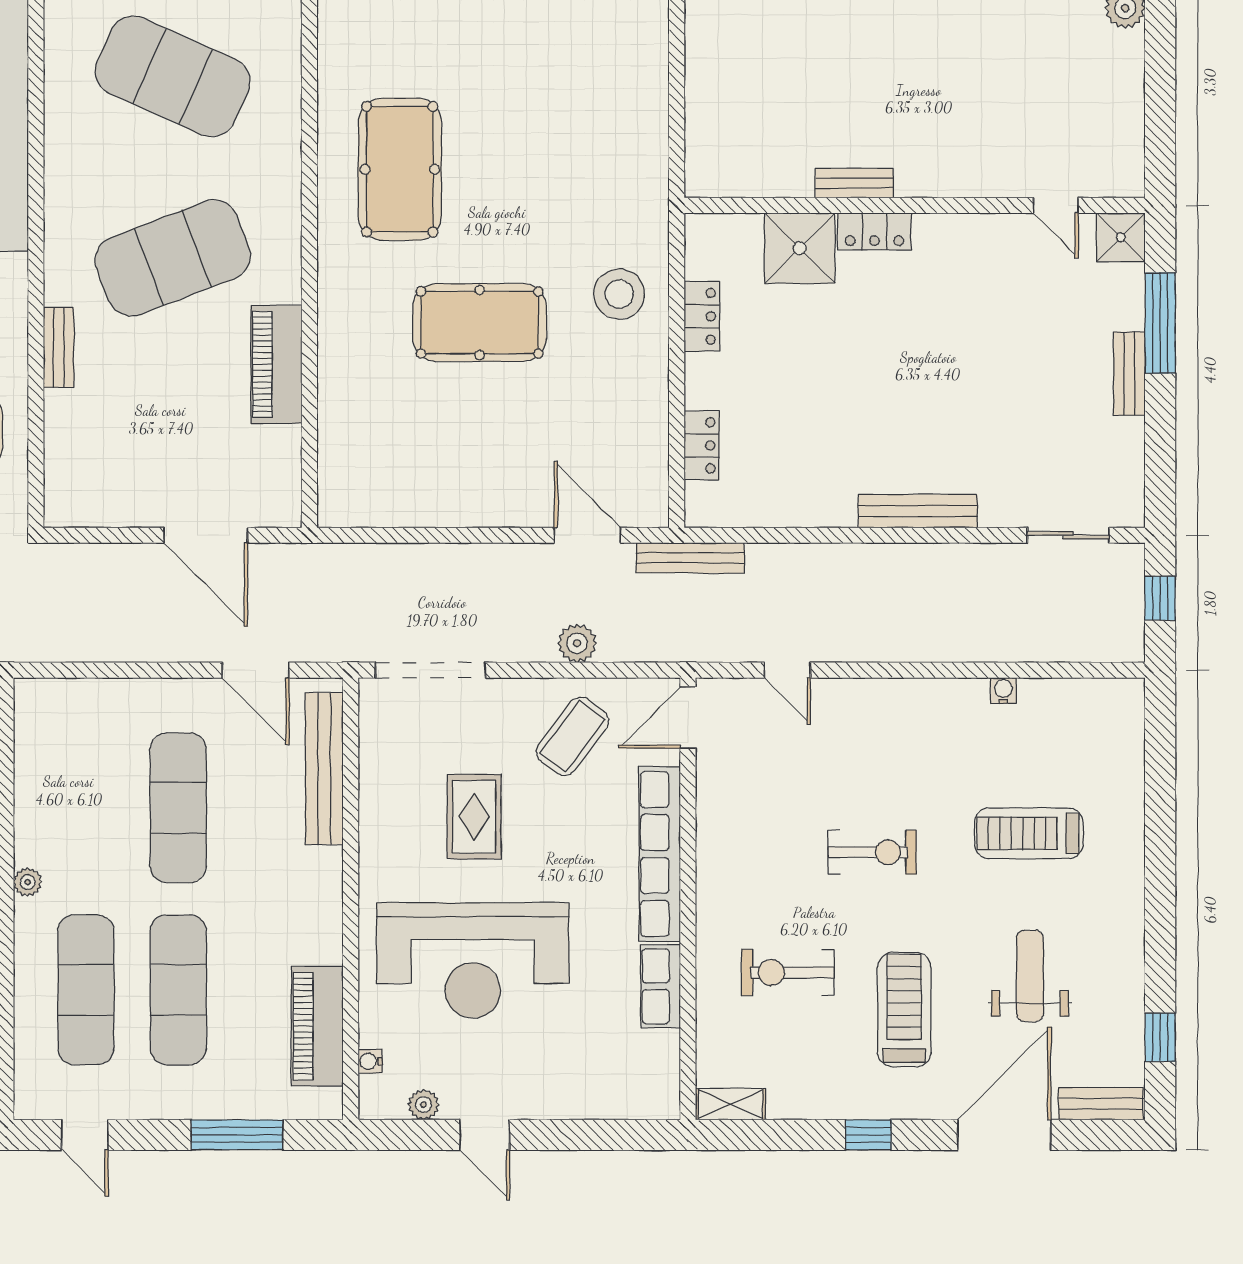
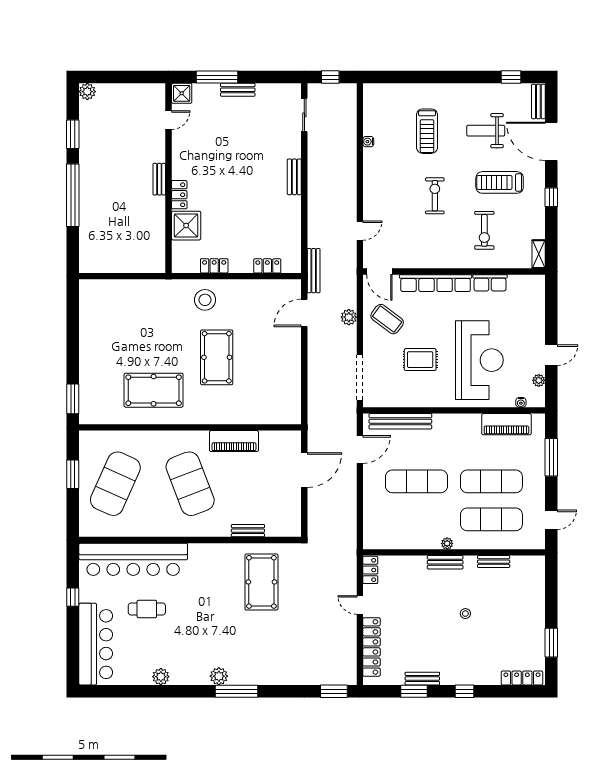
bench: (854, 183) -> (159, 179), moved
bench: (59, 347) -> (248, 531), moved
bench: (918, 511) -> (294, 177), width x0.73

